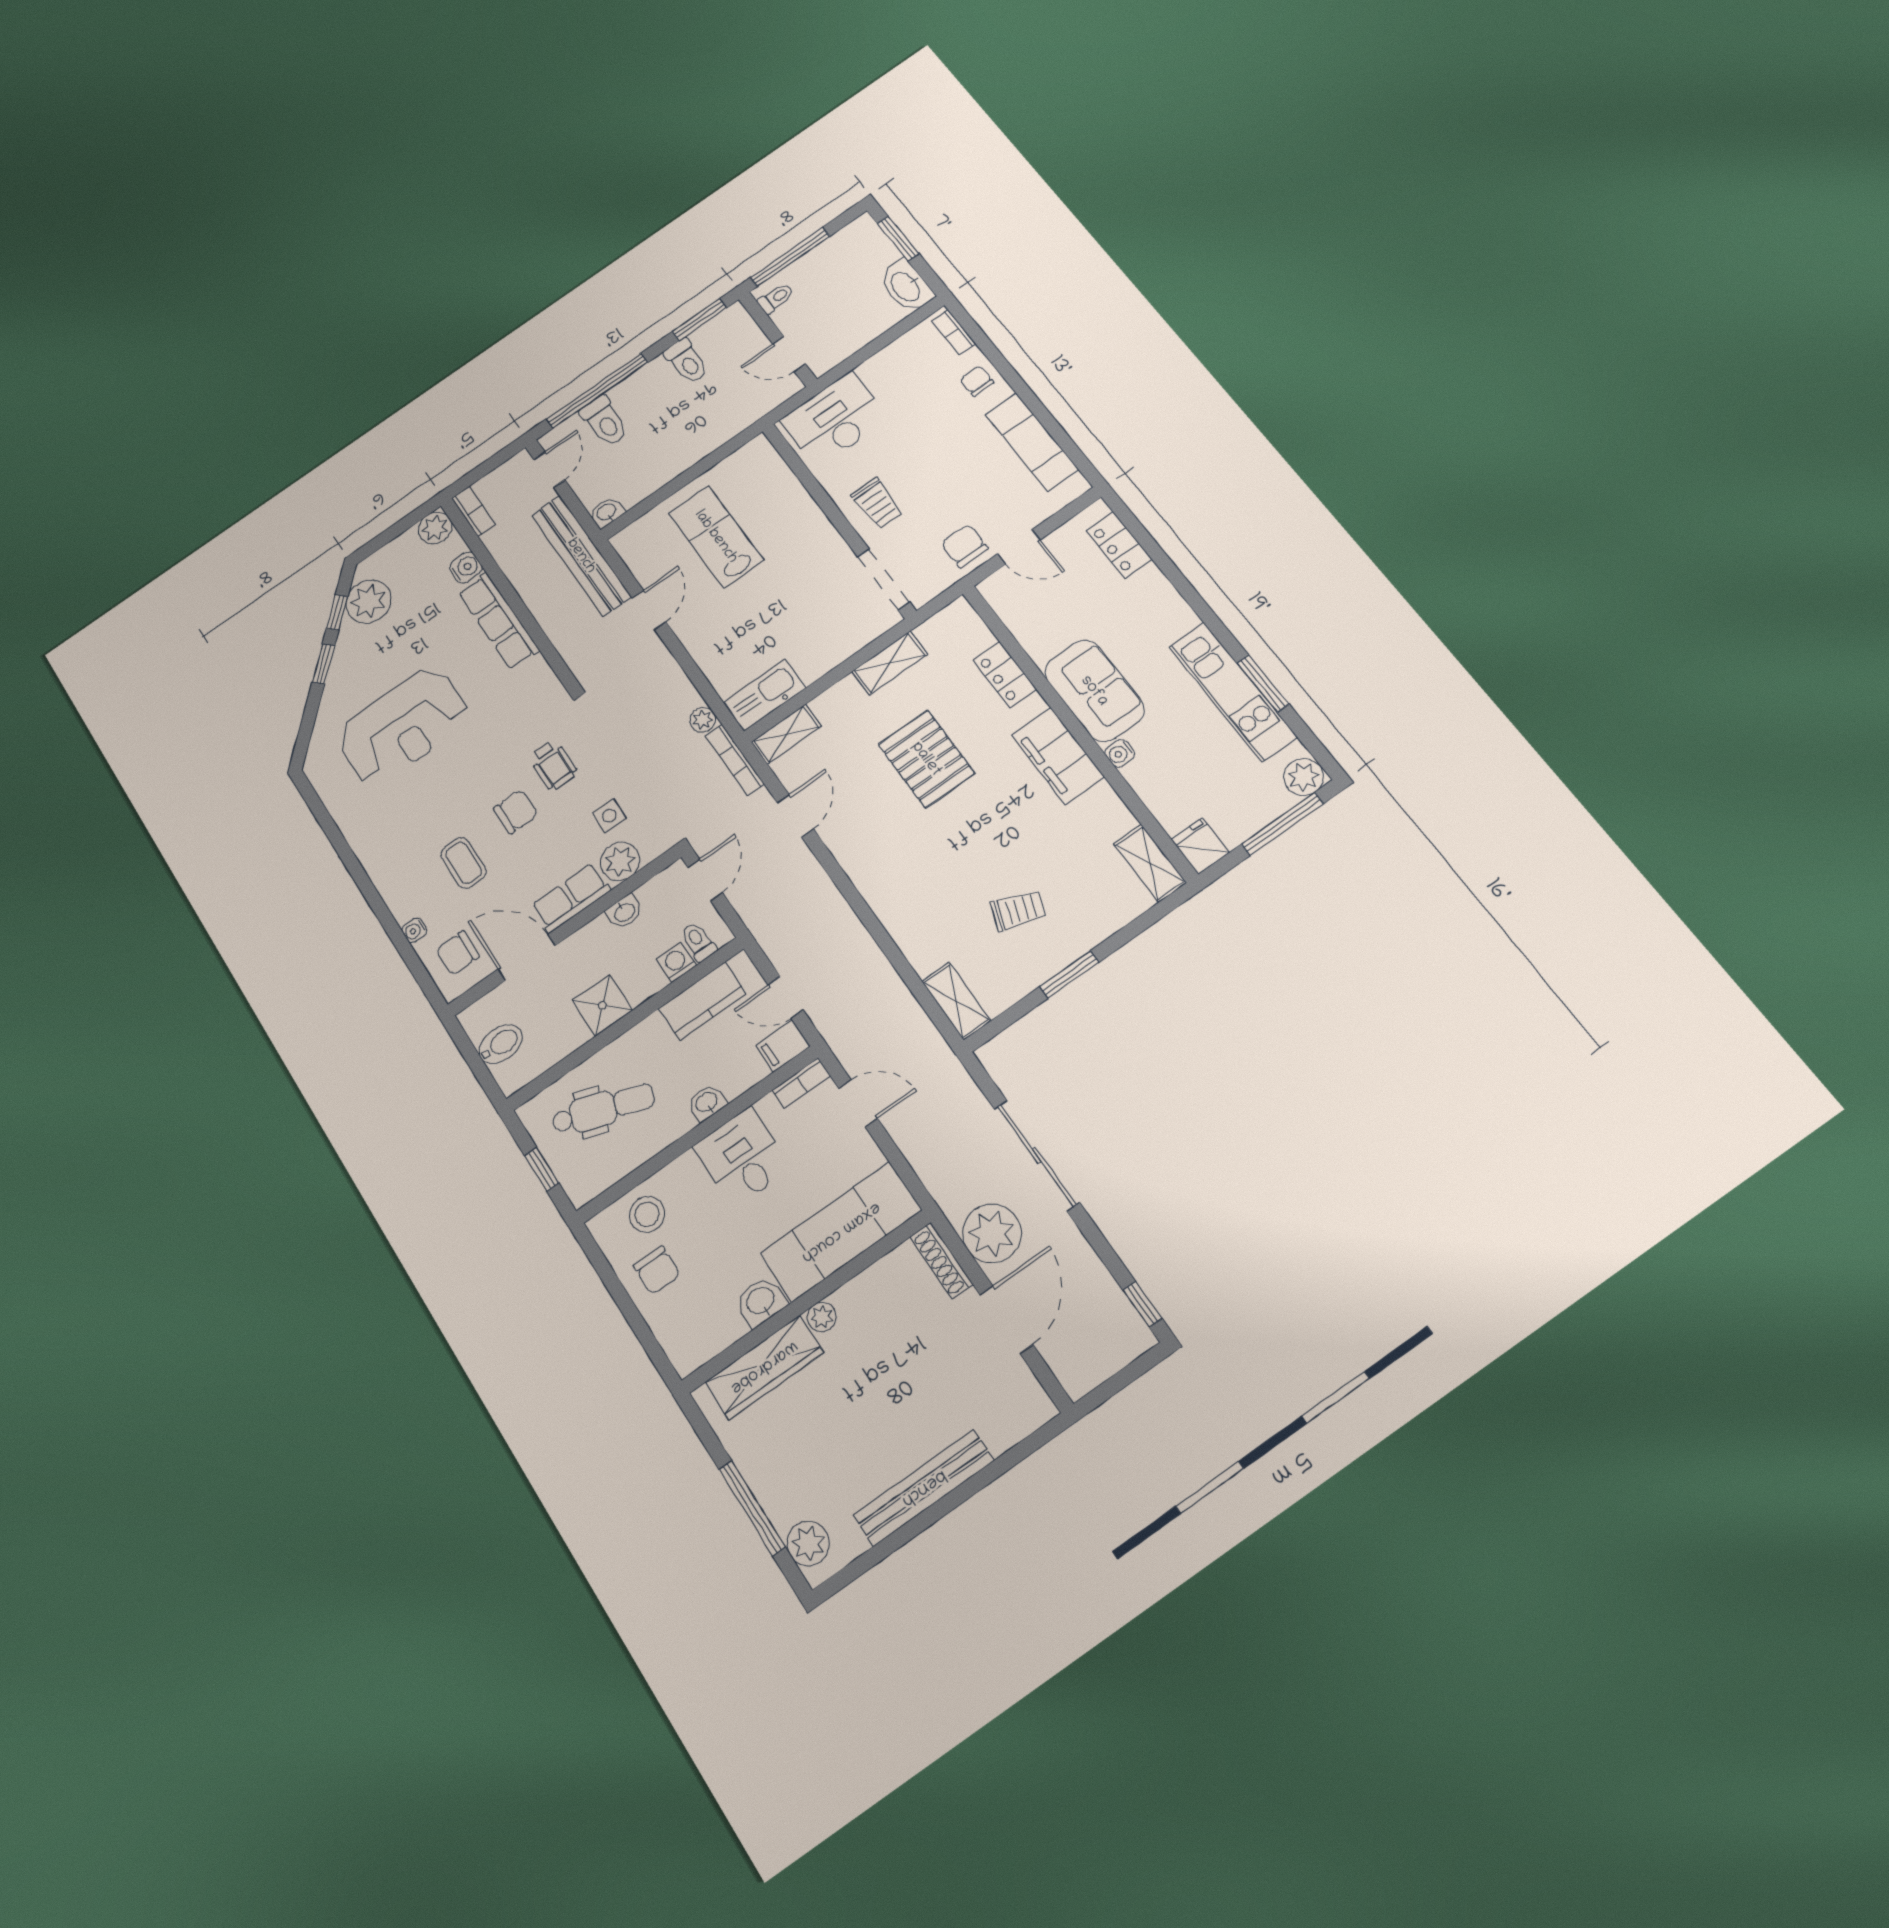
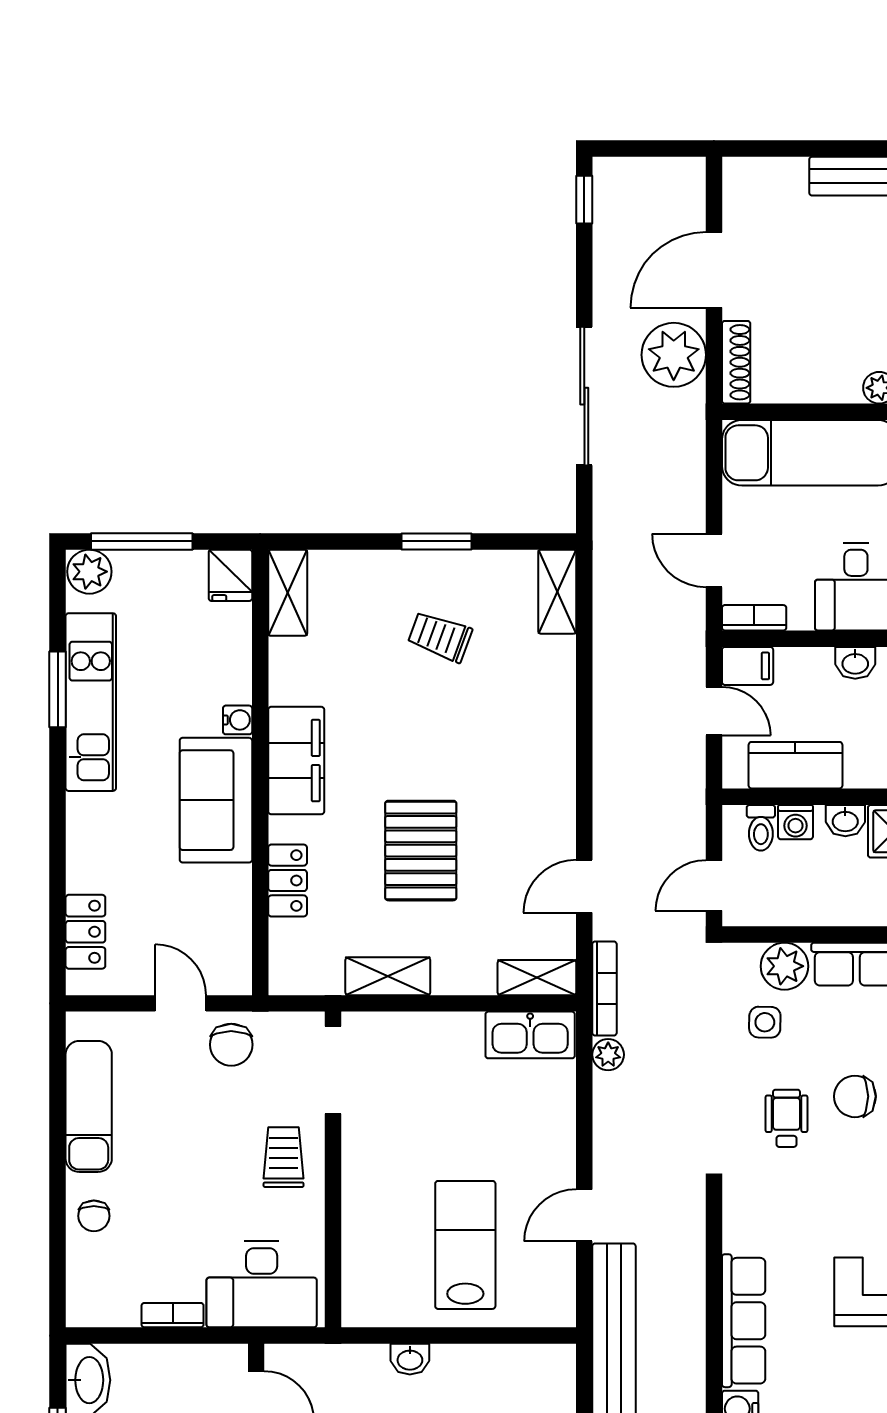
bookcase: (954, 332) -> (173, 1315), moved, turned -90
washbasin: (607, 512) -> (410, 1359), moved
lab bench: (716, 537) -> (465, 1245), turned 180
washbasin: (624, 912) -> (845, 821), moved, turned 180

